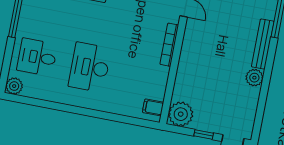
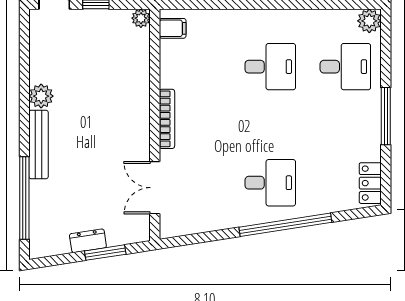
desk: (90, 67) -> (270, 67), width x0.73
plant: (181, 114) -> (141, 18), width x0.53, depth x0.53

